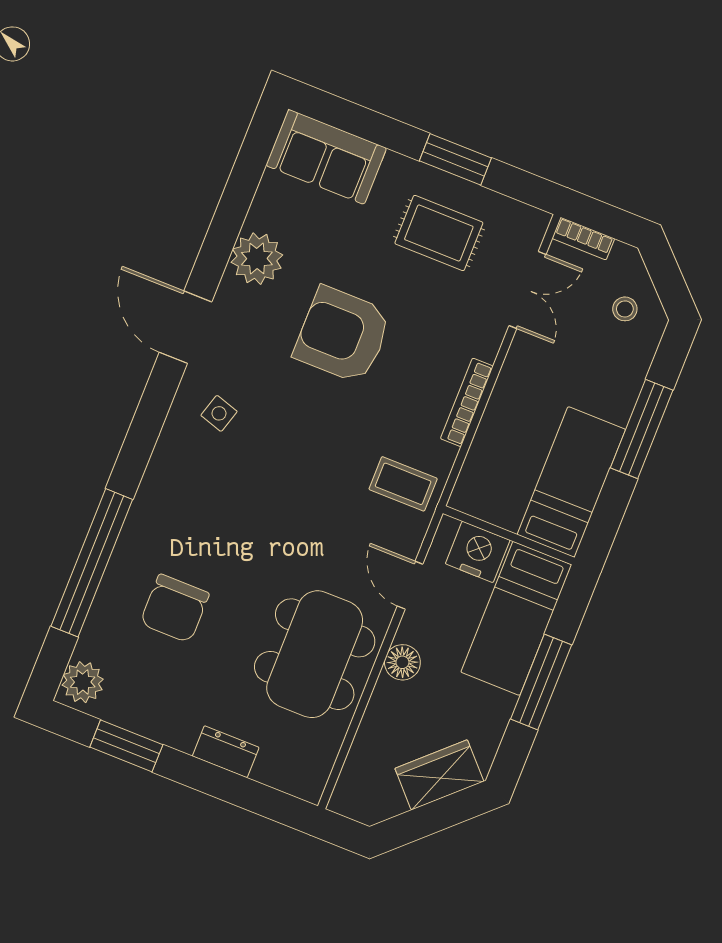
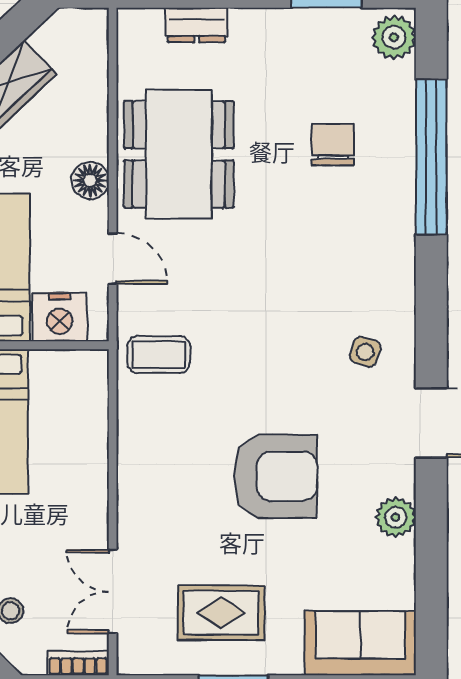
plant: (257, 259) -> (396, 517), width x0.73, depth x0.73
bookcase: (467, 402) -> (128, 459), removed
chair: (175, 608) -> (333, 145), width x0.73, depth x0.73
dresser: (226, 752) -> (197, 25), moved

